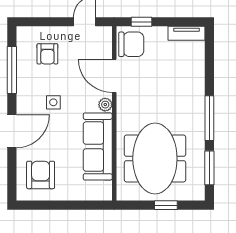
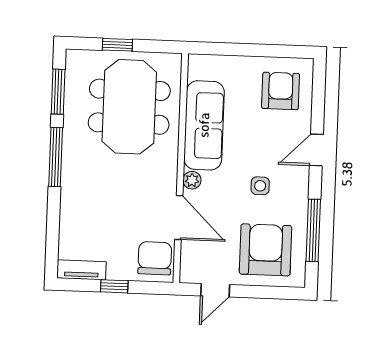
window: (142, 22) -> (114, 286), moved
chair: (131, 44) -> (155, 258), turned 90
armchair: (47, 54) -> (266, 250), width x1.88, depth x1.88
door: (12, 131) -> (316, 150), width x0.73
armchair: (41, 175) -> (281, 91), turned 180

